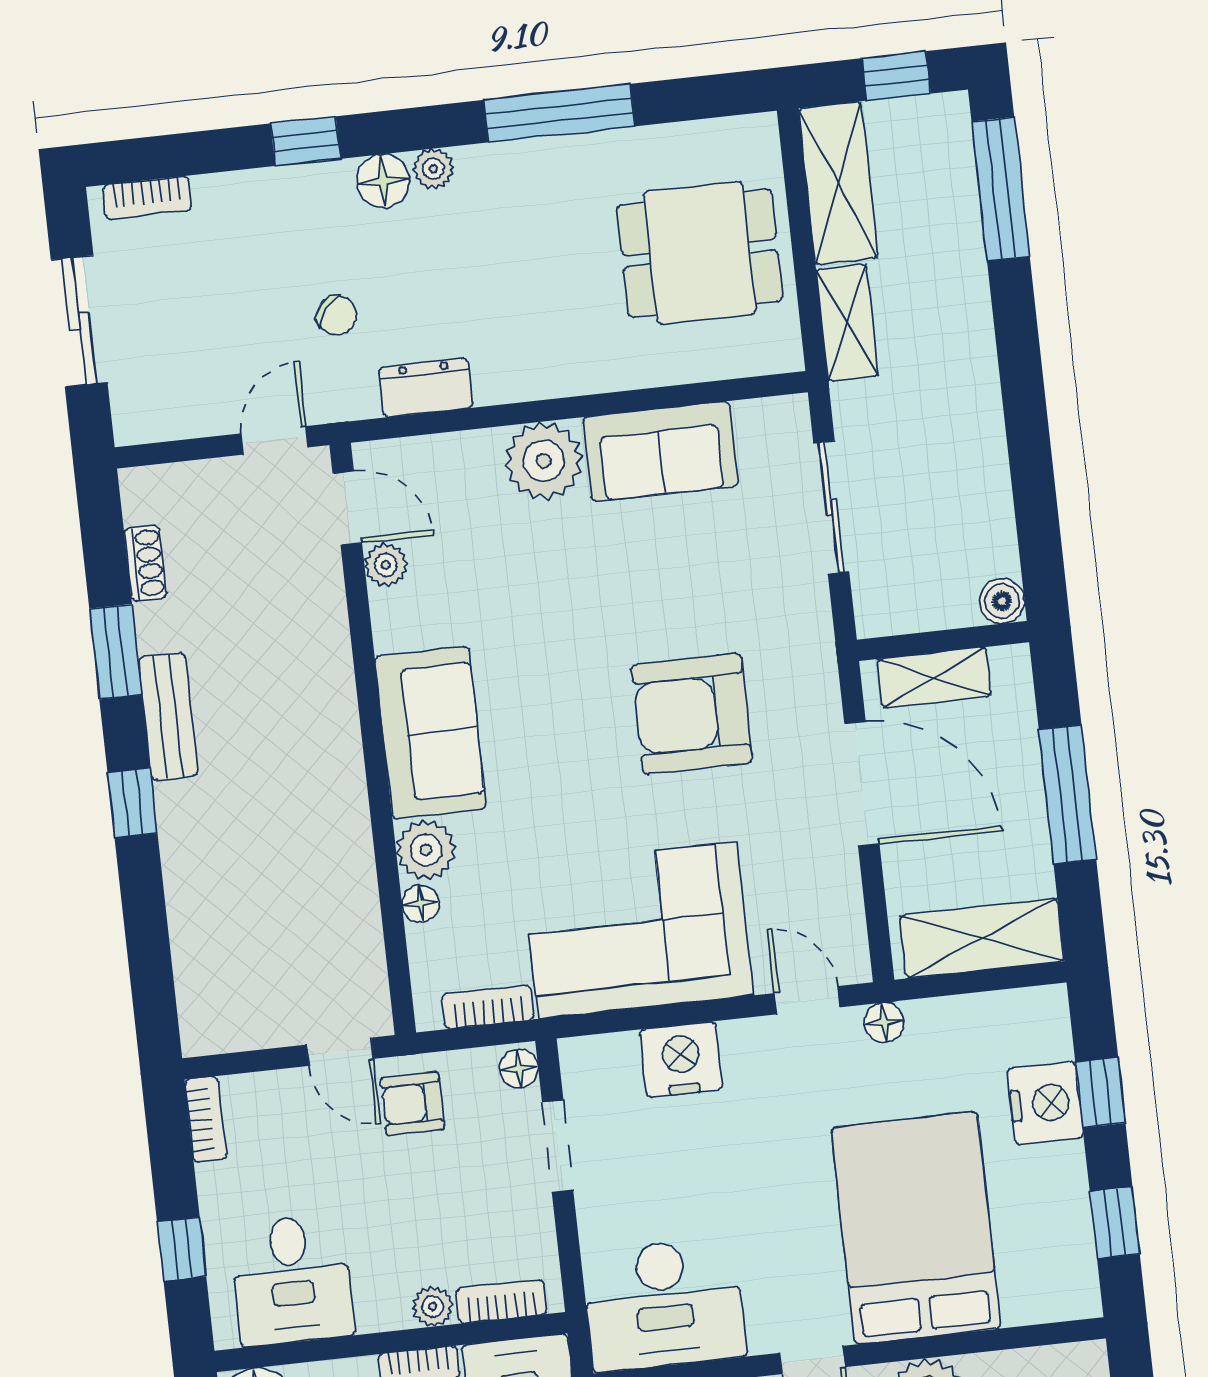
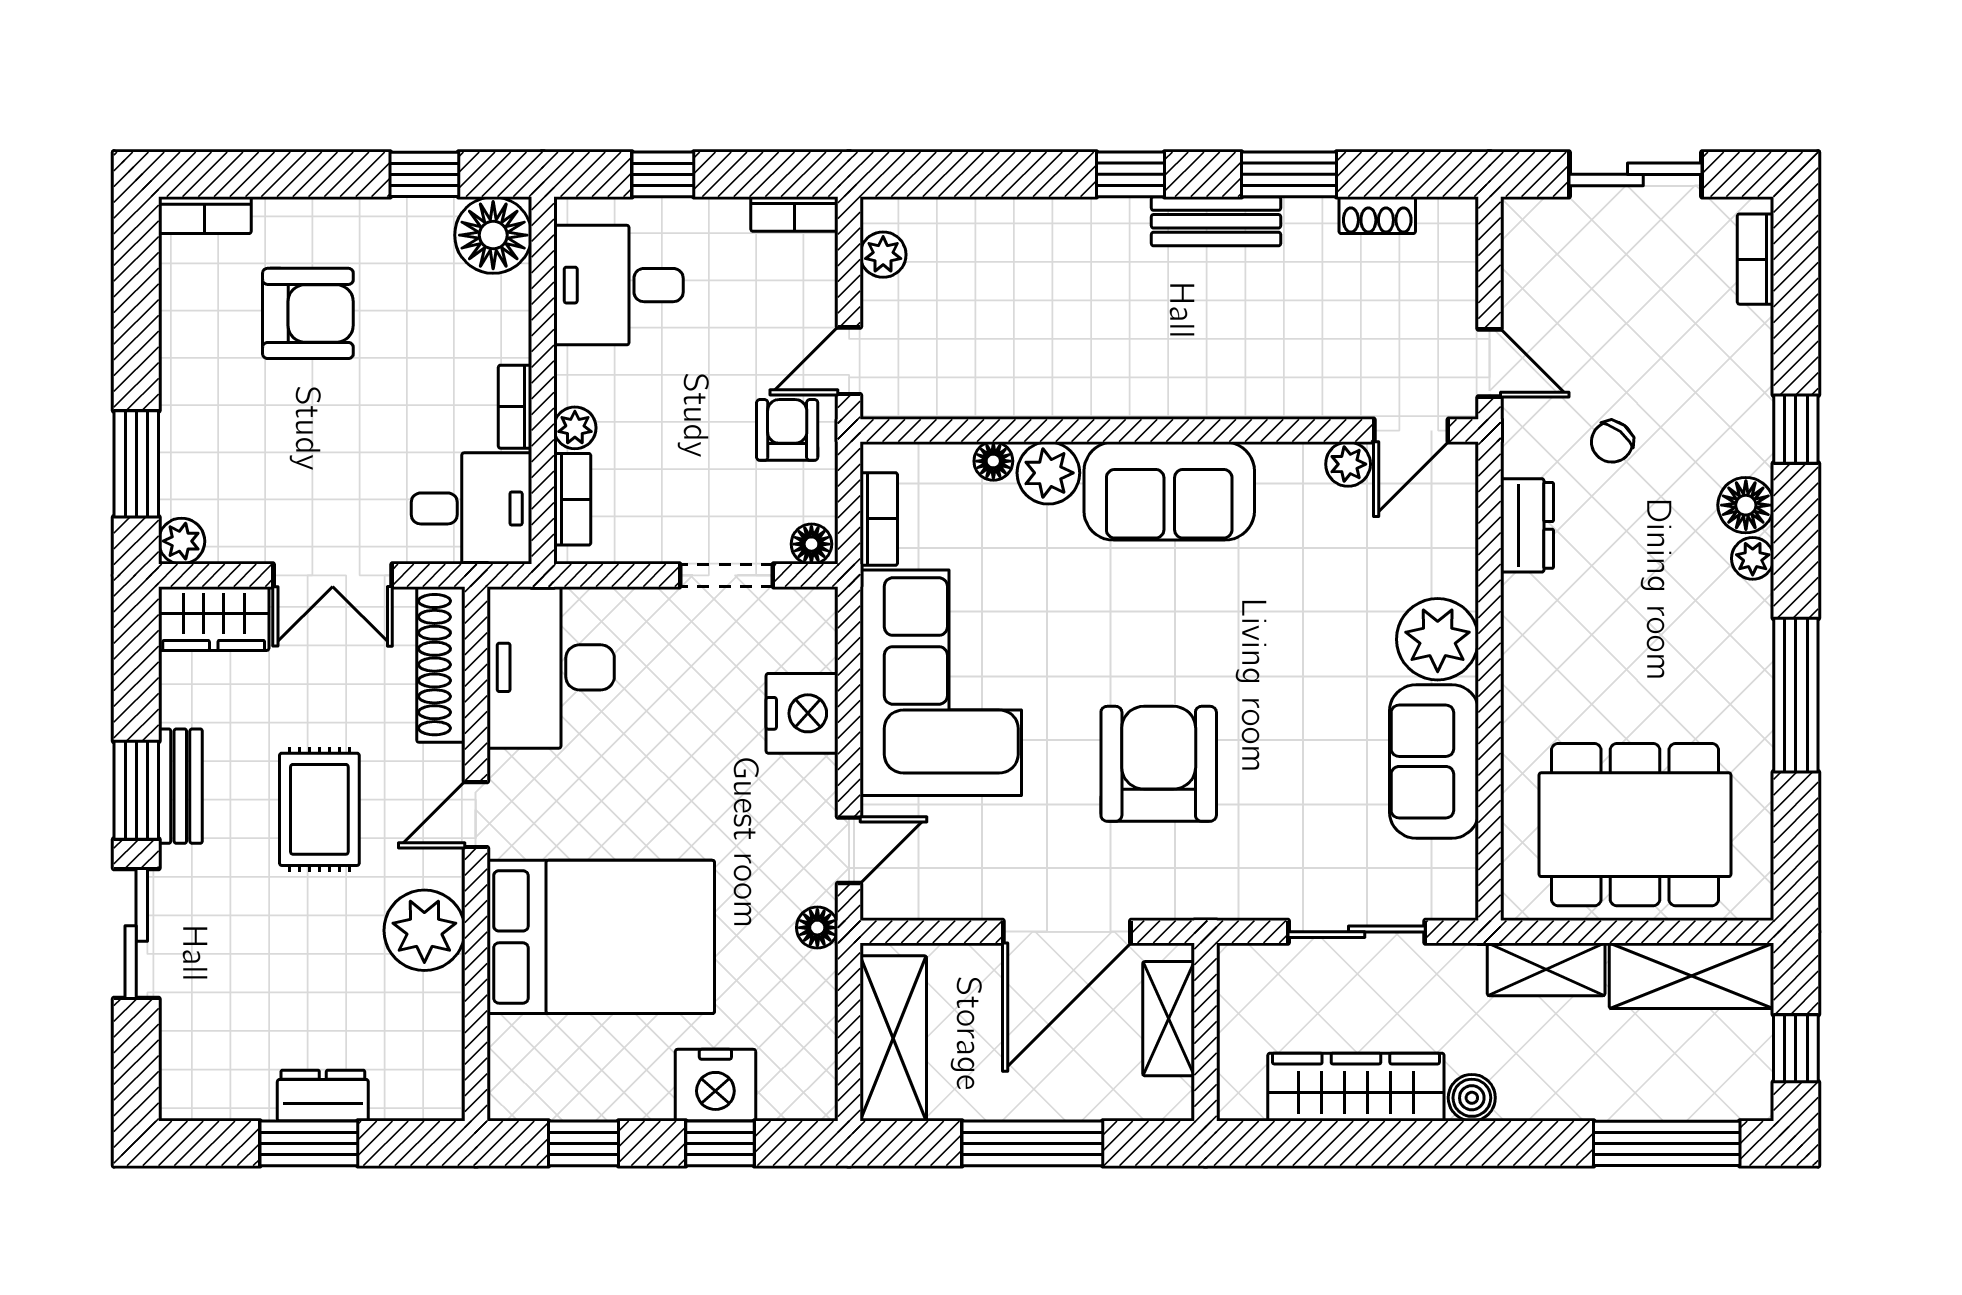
dining table: (700, 253) -> (1635, 825), width x1.38
wardrobe: (980, 492) -> (1356, 1087), added
boiler: (1002, 601) -> (1472, 1098), moved
plant: (235, 1031) -> (883, 255), added

